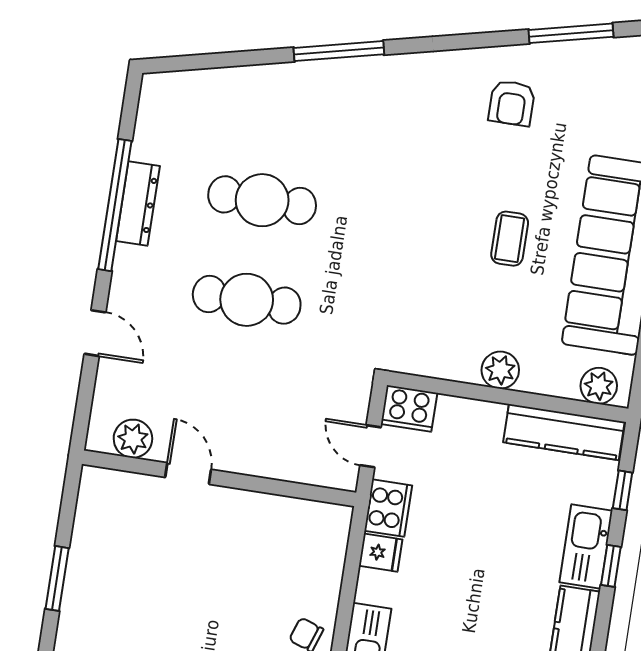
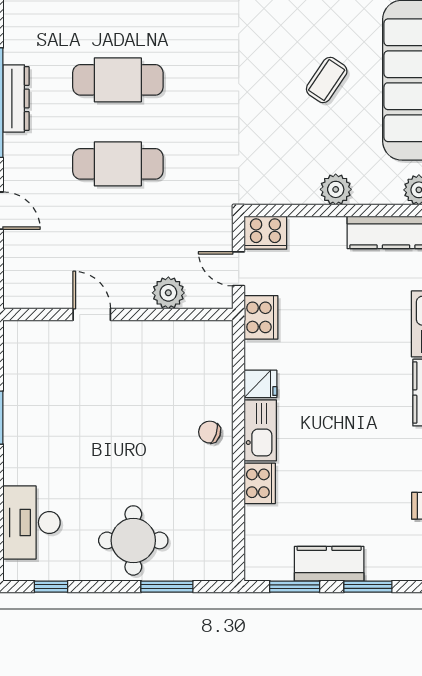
coffee table: (510, 239) -> (327, 80), turned 34
plant: (133, 439) -> (168, 293), moved
fridge: (381, 553) -> (260, 384), moved

